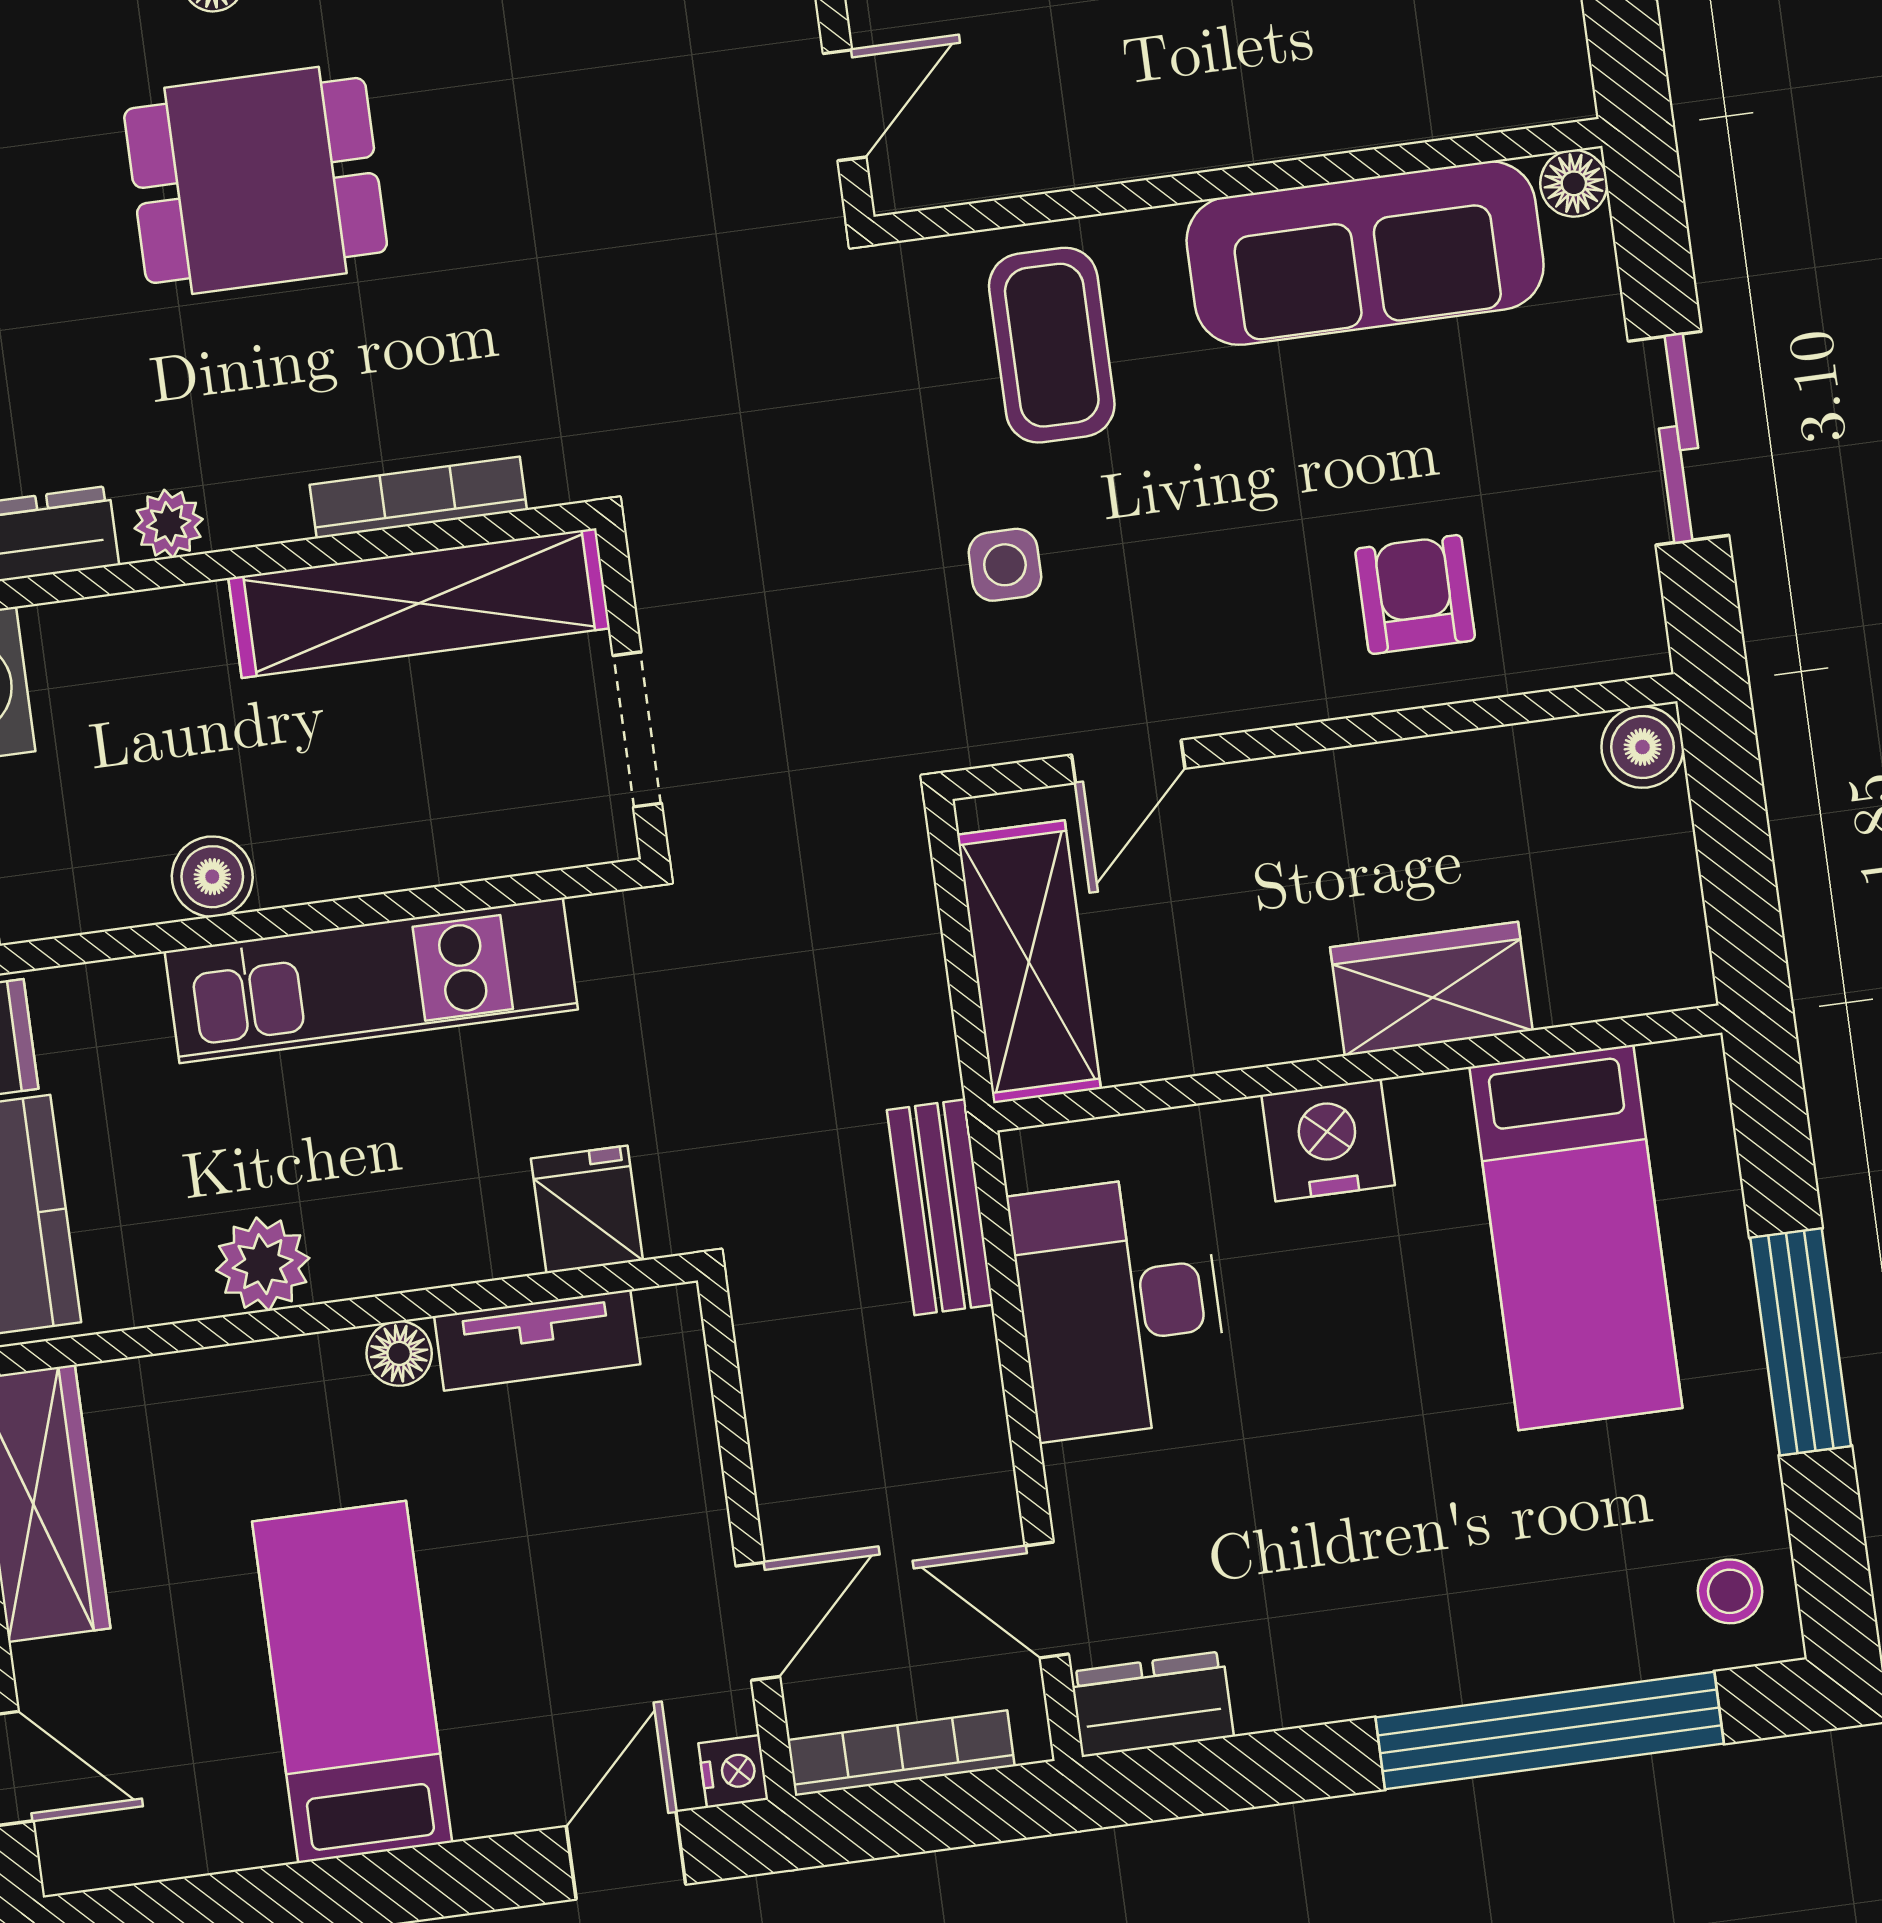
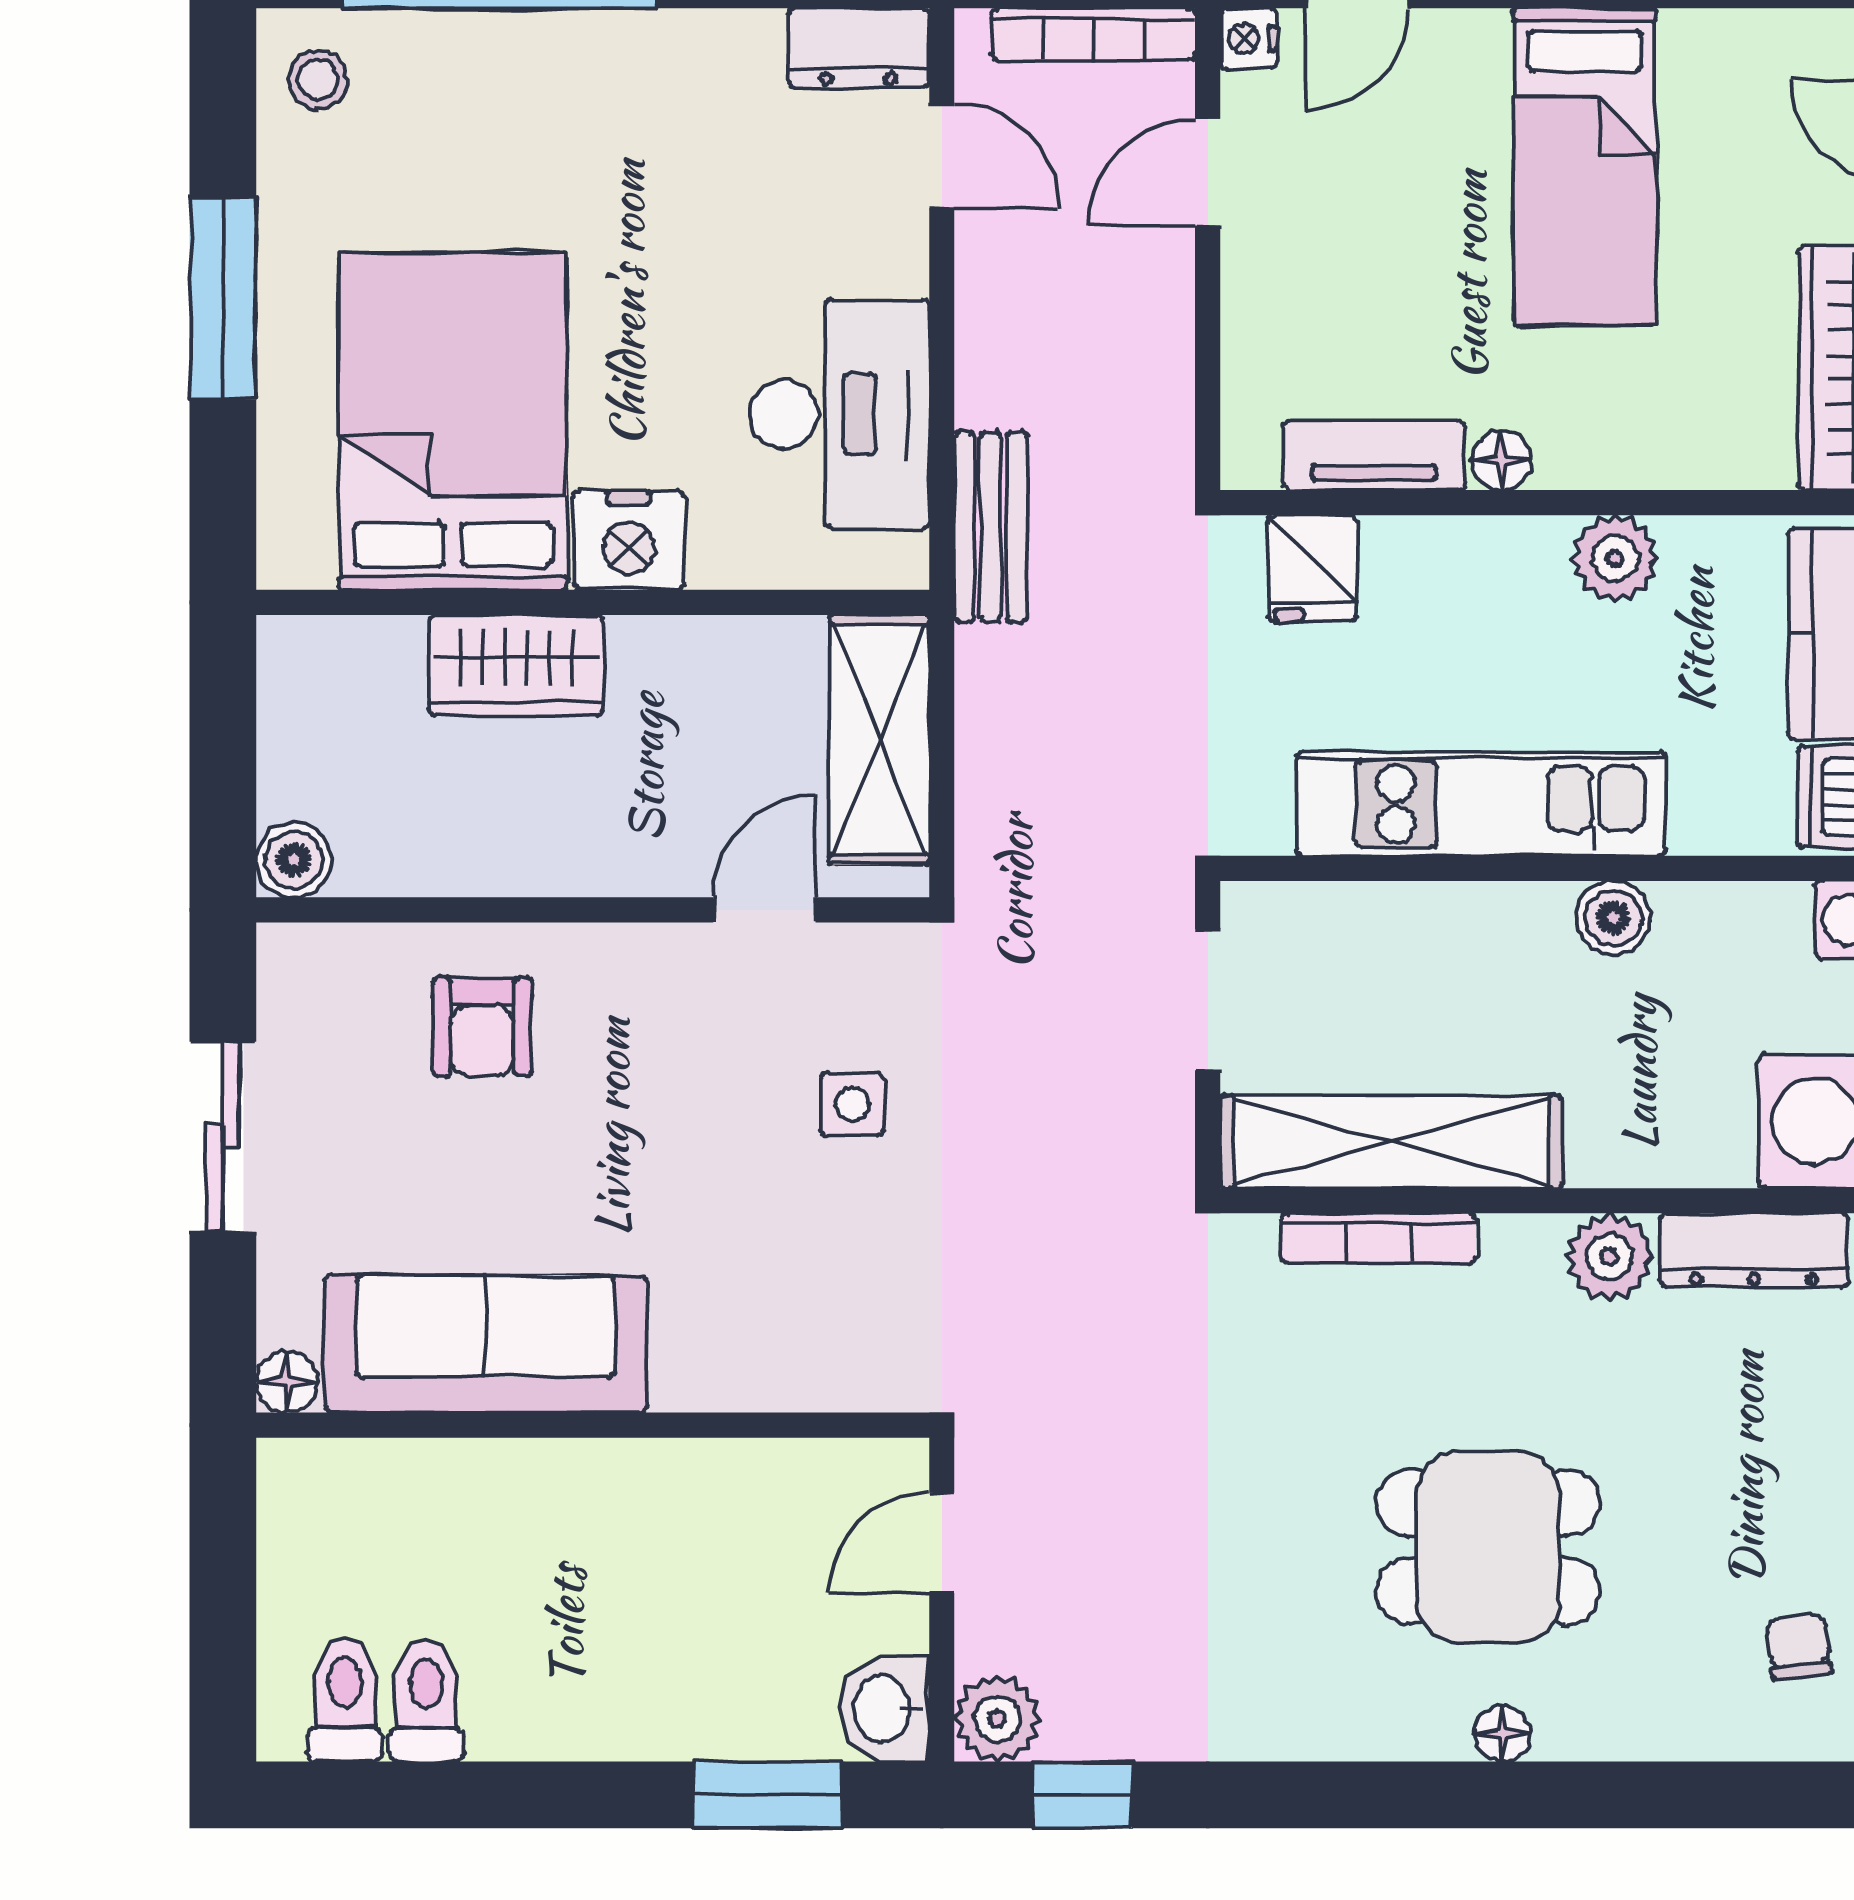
coffee table: (1052, 345) -> (783, 1299), removed
plant: (169, 524) -> (1609, 1257), width x1.38, depth x1.38
bed: (1576, 1237) -> (453, 421), width x1.50

